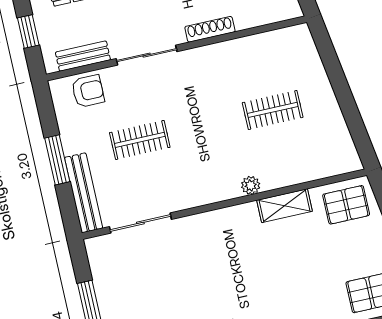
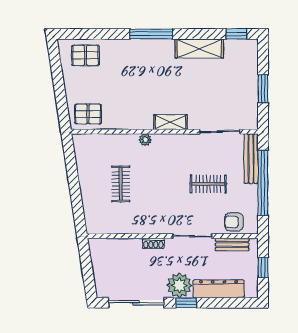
shoe rack: (210, 29) -> (153, 243), width x0.70
clothes rail: (273, 110) -> (121, 184), turned 90
window: (57, 160) -> (263, 183), width x2.11
shelving: (284, 206) -> (170, 122), moved

